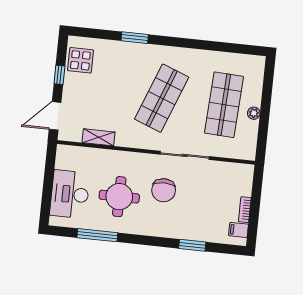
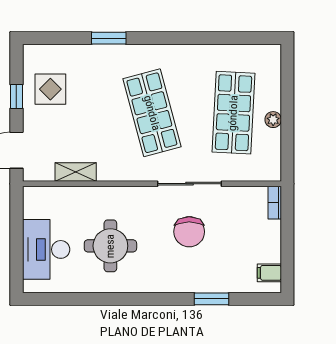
display table: (80, 60) -> (50, 89), moved
shop shelf: (162, 98) -> (152, 113), turned -36
chair: (164, 190) -> (189, 232), moved
bookcase: (245, 210) -> (275, 203), moved
window: (97, 235) -> (87, 299), removed

